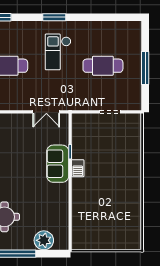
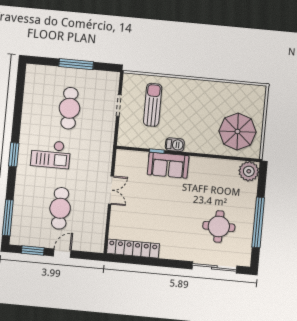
double door: (46, 112) -> (111, 190), moved
sun lounger: (113, 144) -> (153, 105), added
parasol: (96, 226) -> (237, 131), added
plant: (44, 240) -> (249, 171), moved

